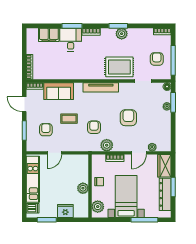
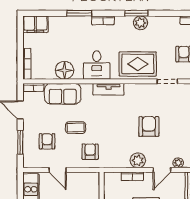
filing cabinet: (49, 35) -> (35, 24), moved
desk: (71, 40) -> (97, 65), moved, turned 180
floor lamp: (60, 72) -> (65, 70), added
tv unit: (101, 87) -> (109, 89), width x0.71
armchair: (94, 127) -> (90, 152), moved
plant: (107, 145) -> (138, 160), moved
door: (54, 153) -> (58, 170), hinge flipped

